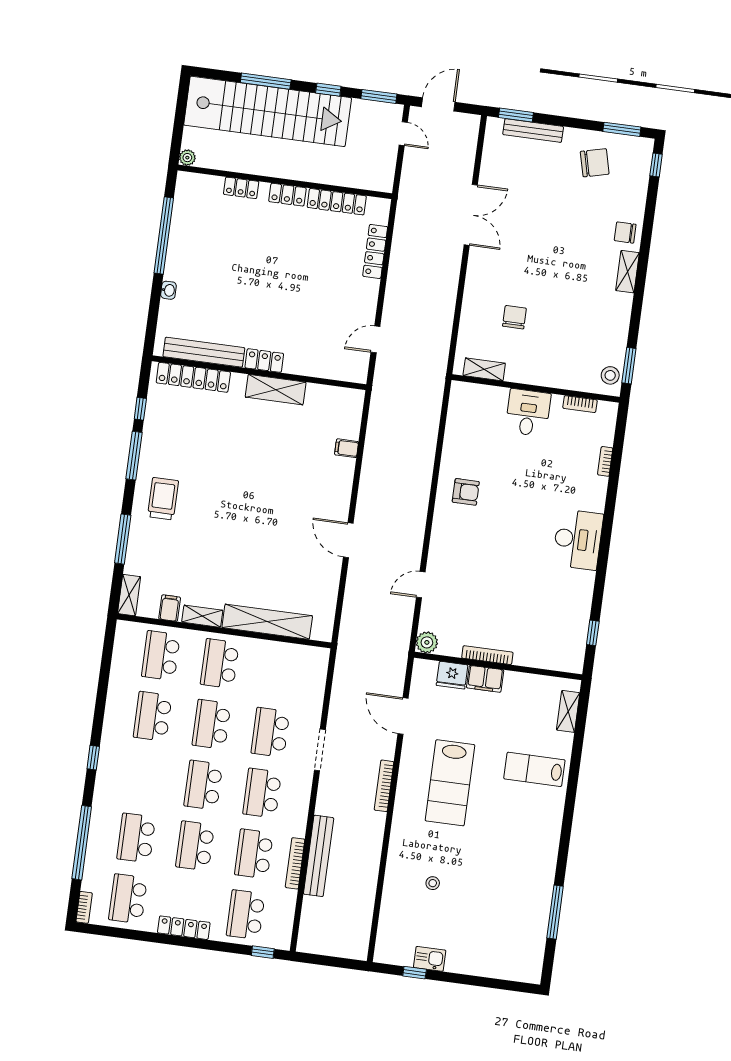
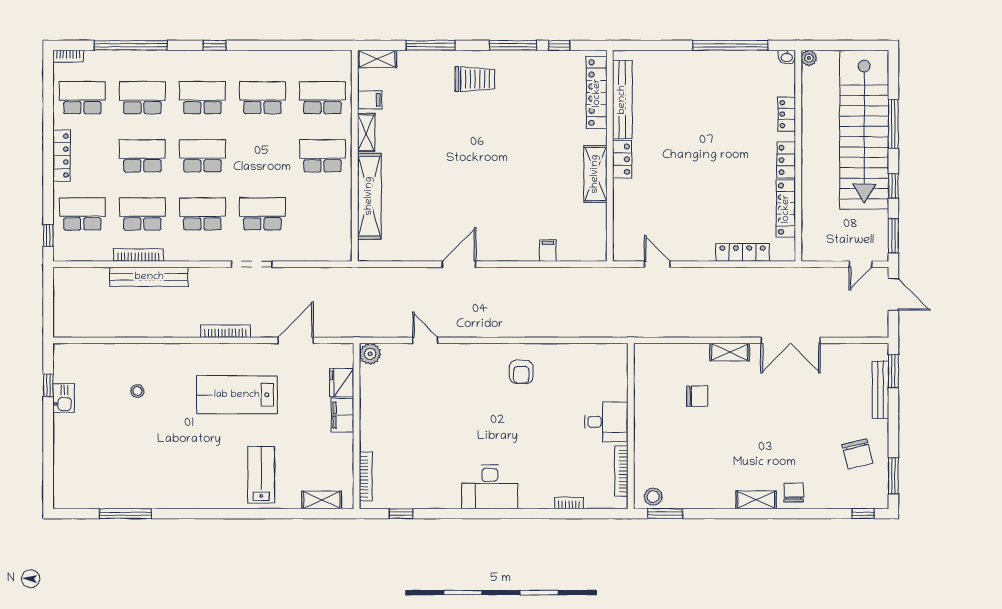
washbasin: (168, 290) -> (787, 57), moved
shelving: (484, 369) -> (730, 352), moved, turned 90
bookcase: (580, 404) -> (621, 471), width x1.56
bookcase: (487, 655) -> (366, 477), moved
school desk: (211, 724) -> (202, 98), moved

